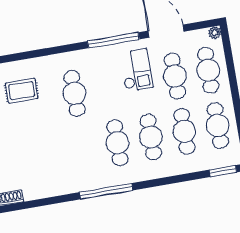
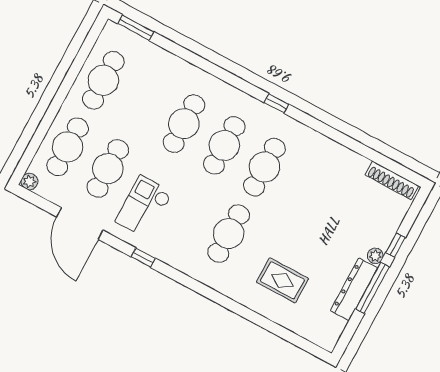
window: (113, 40) -> (143, 258), width x0.32
cafe table: (184, 131) -> (264, 167), moved
window: (106, 191) -> (276, 103), width x0.32

